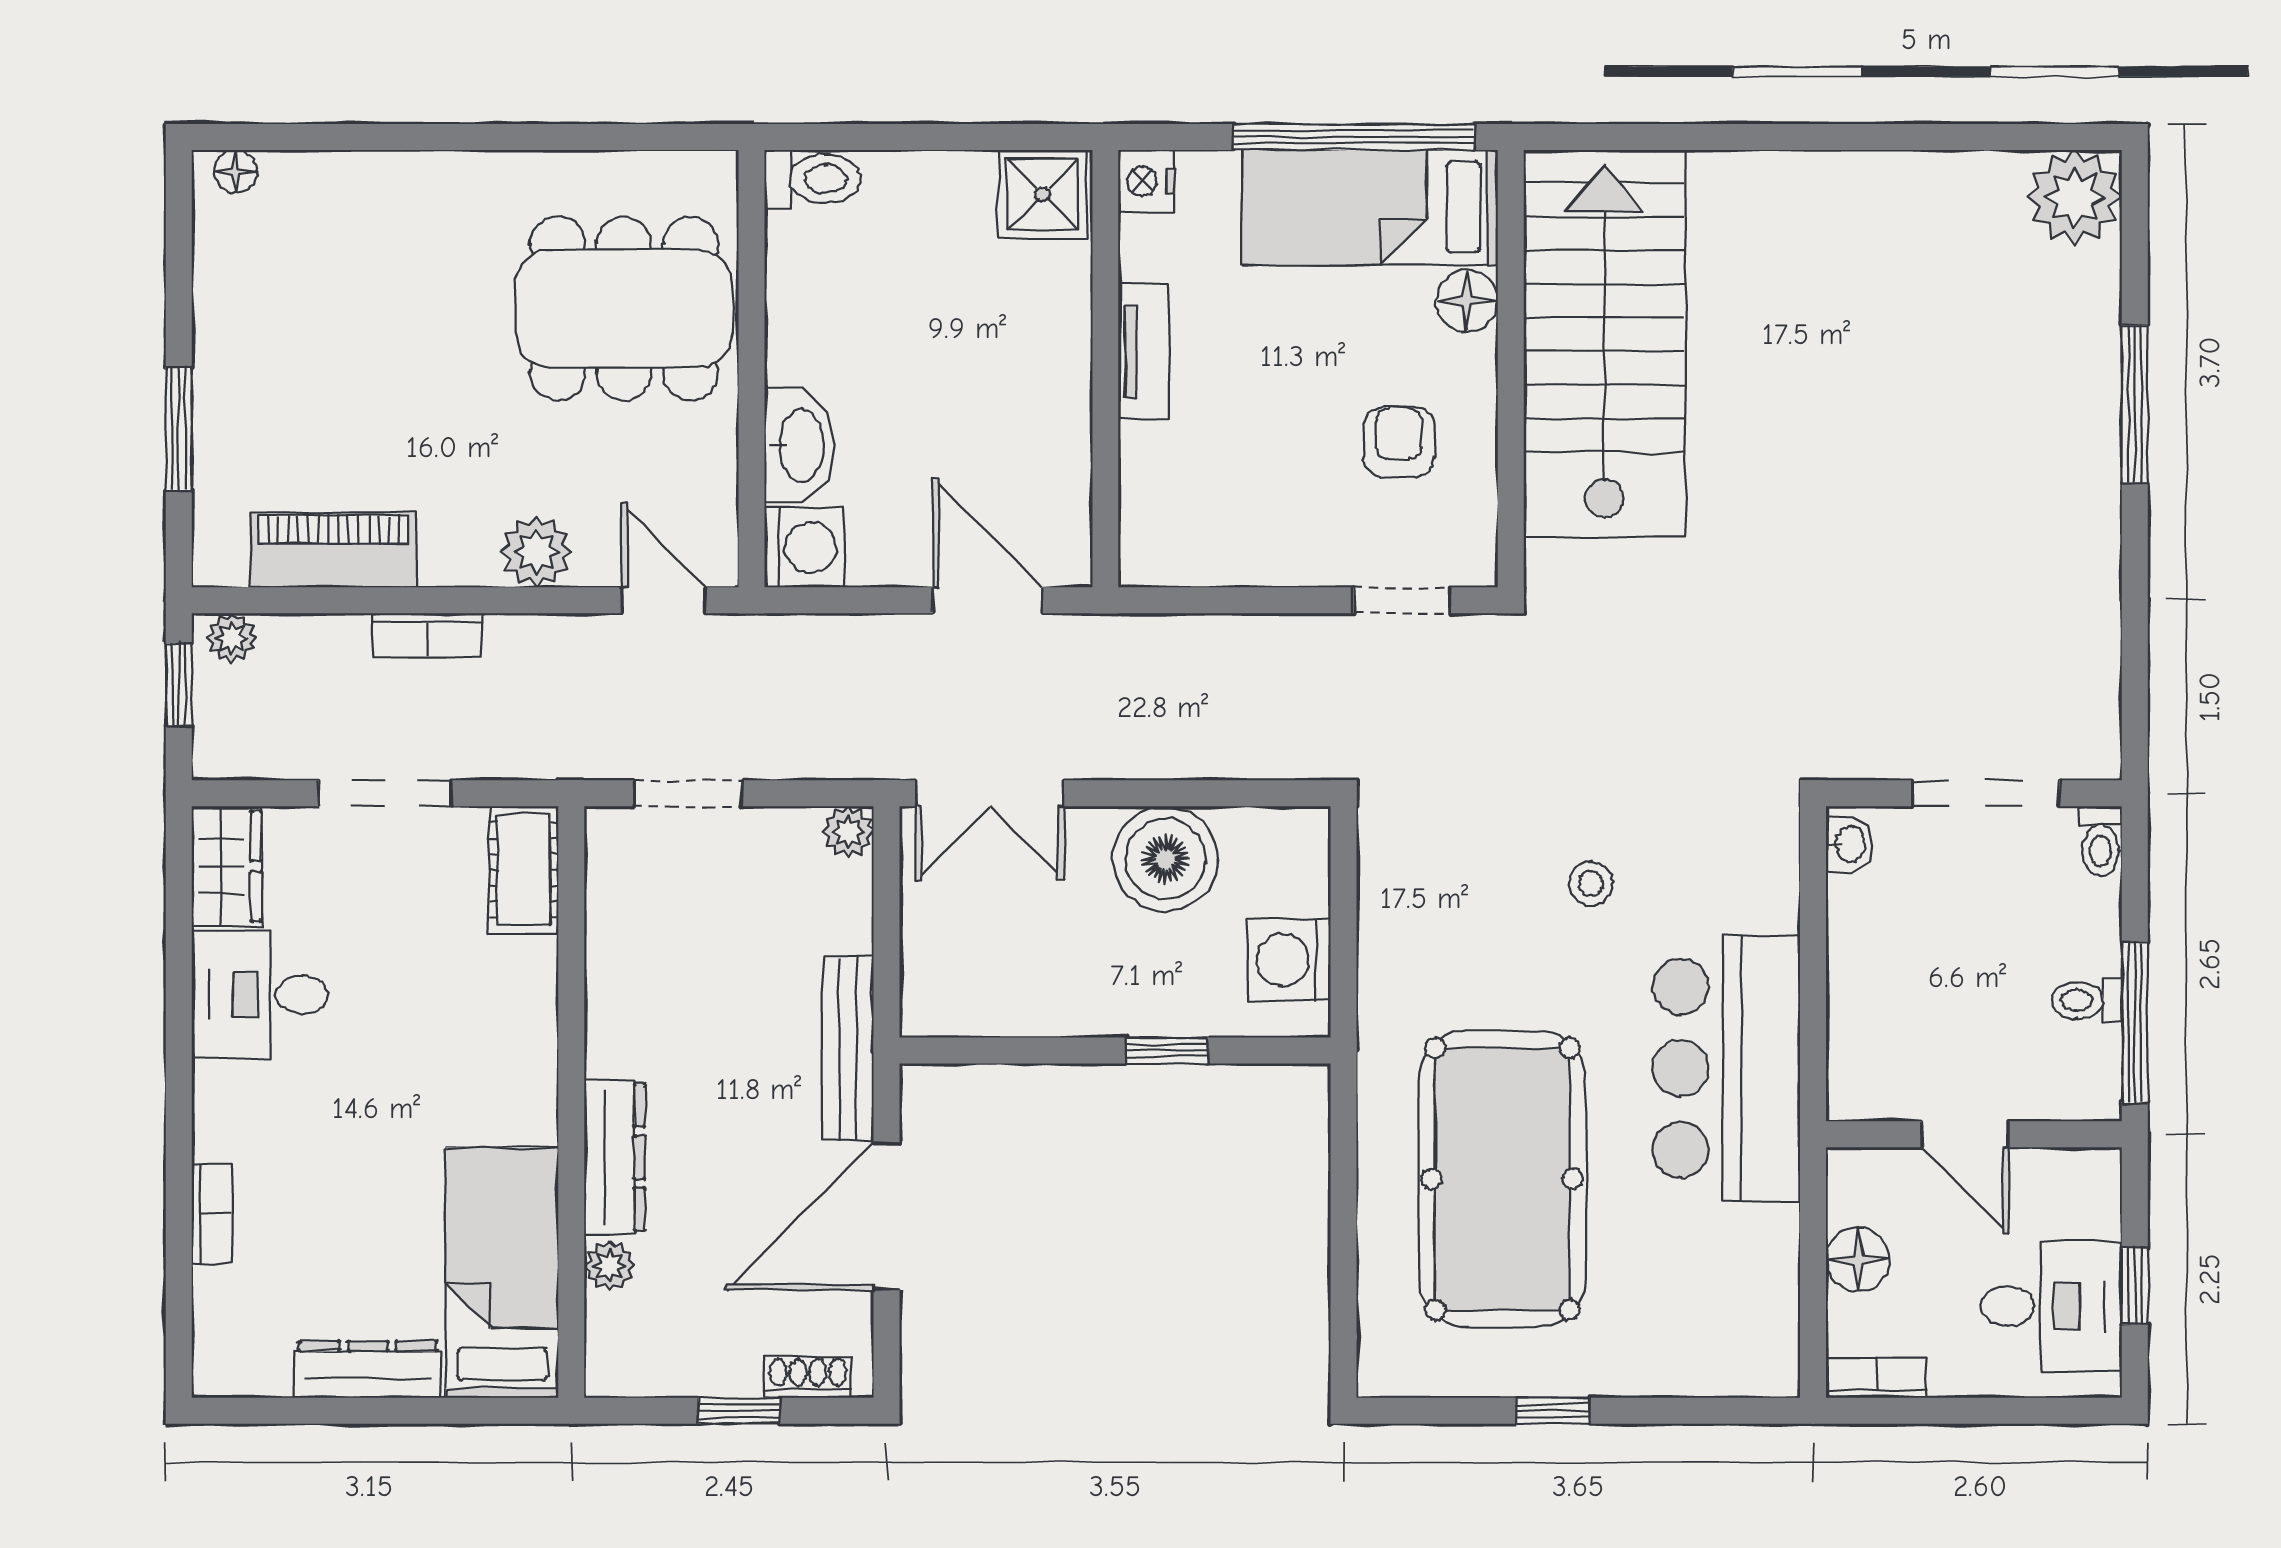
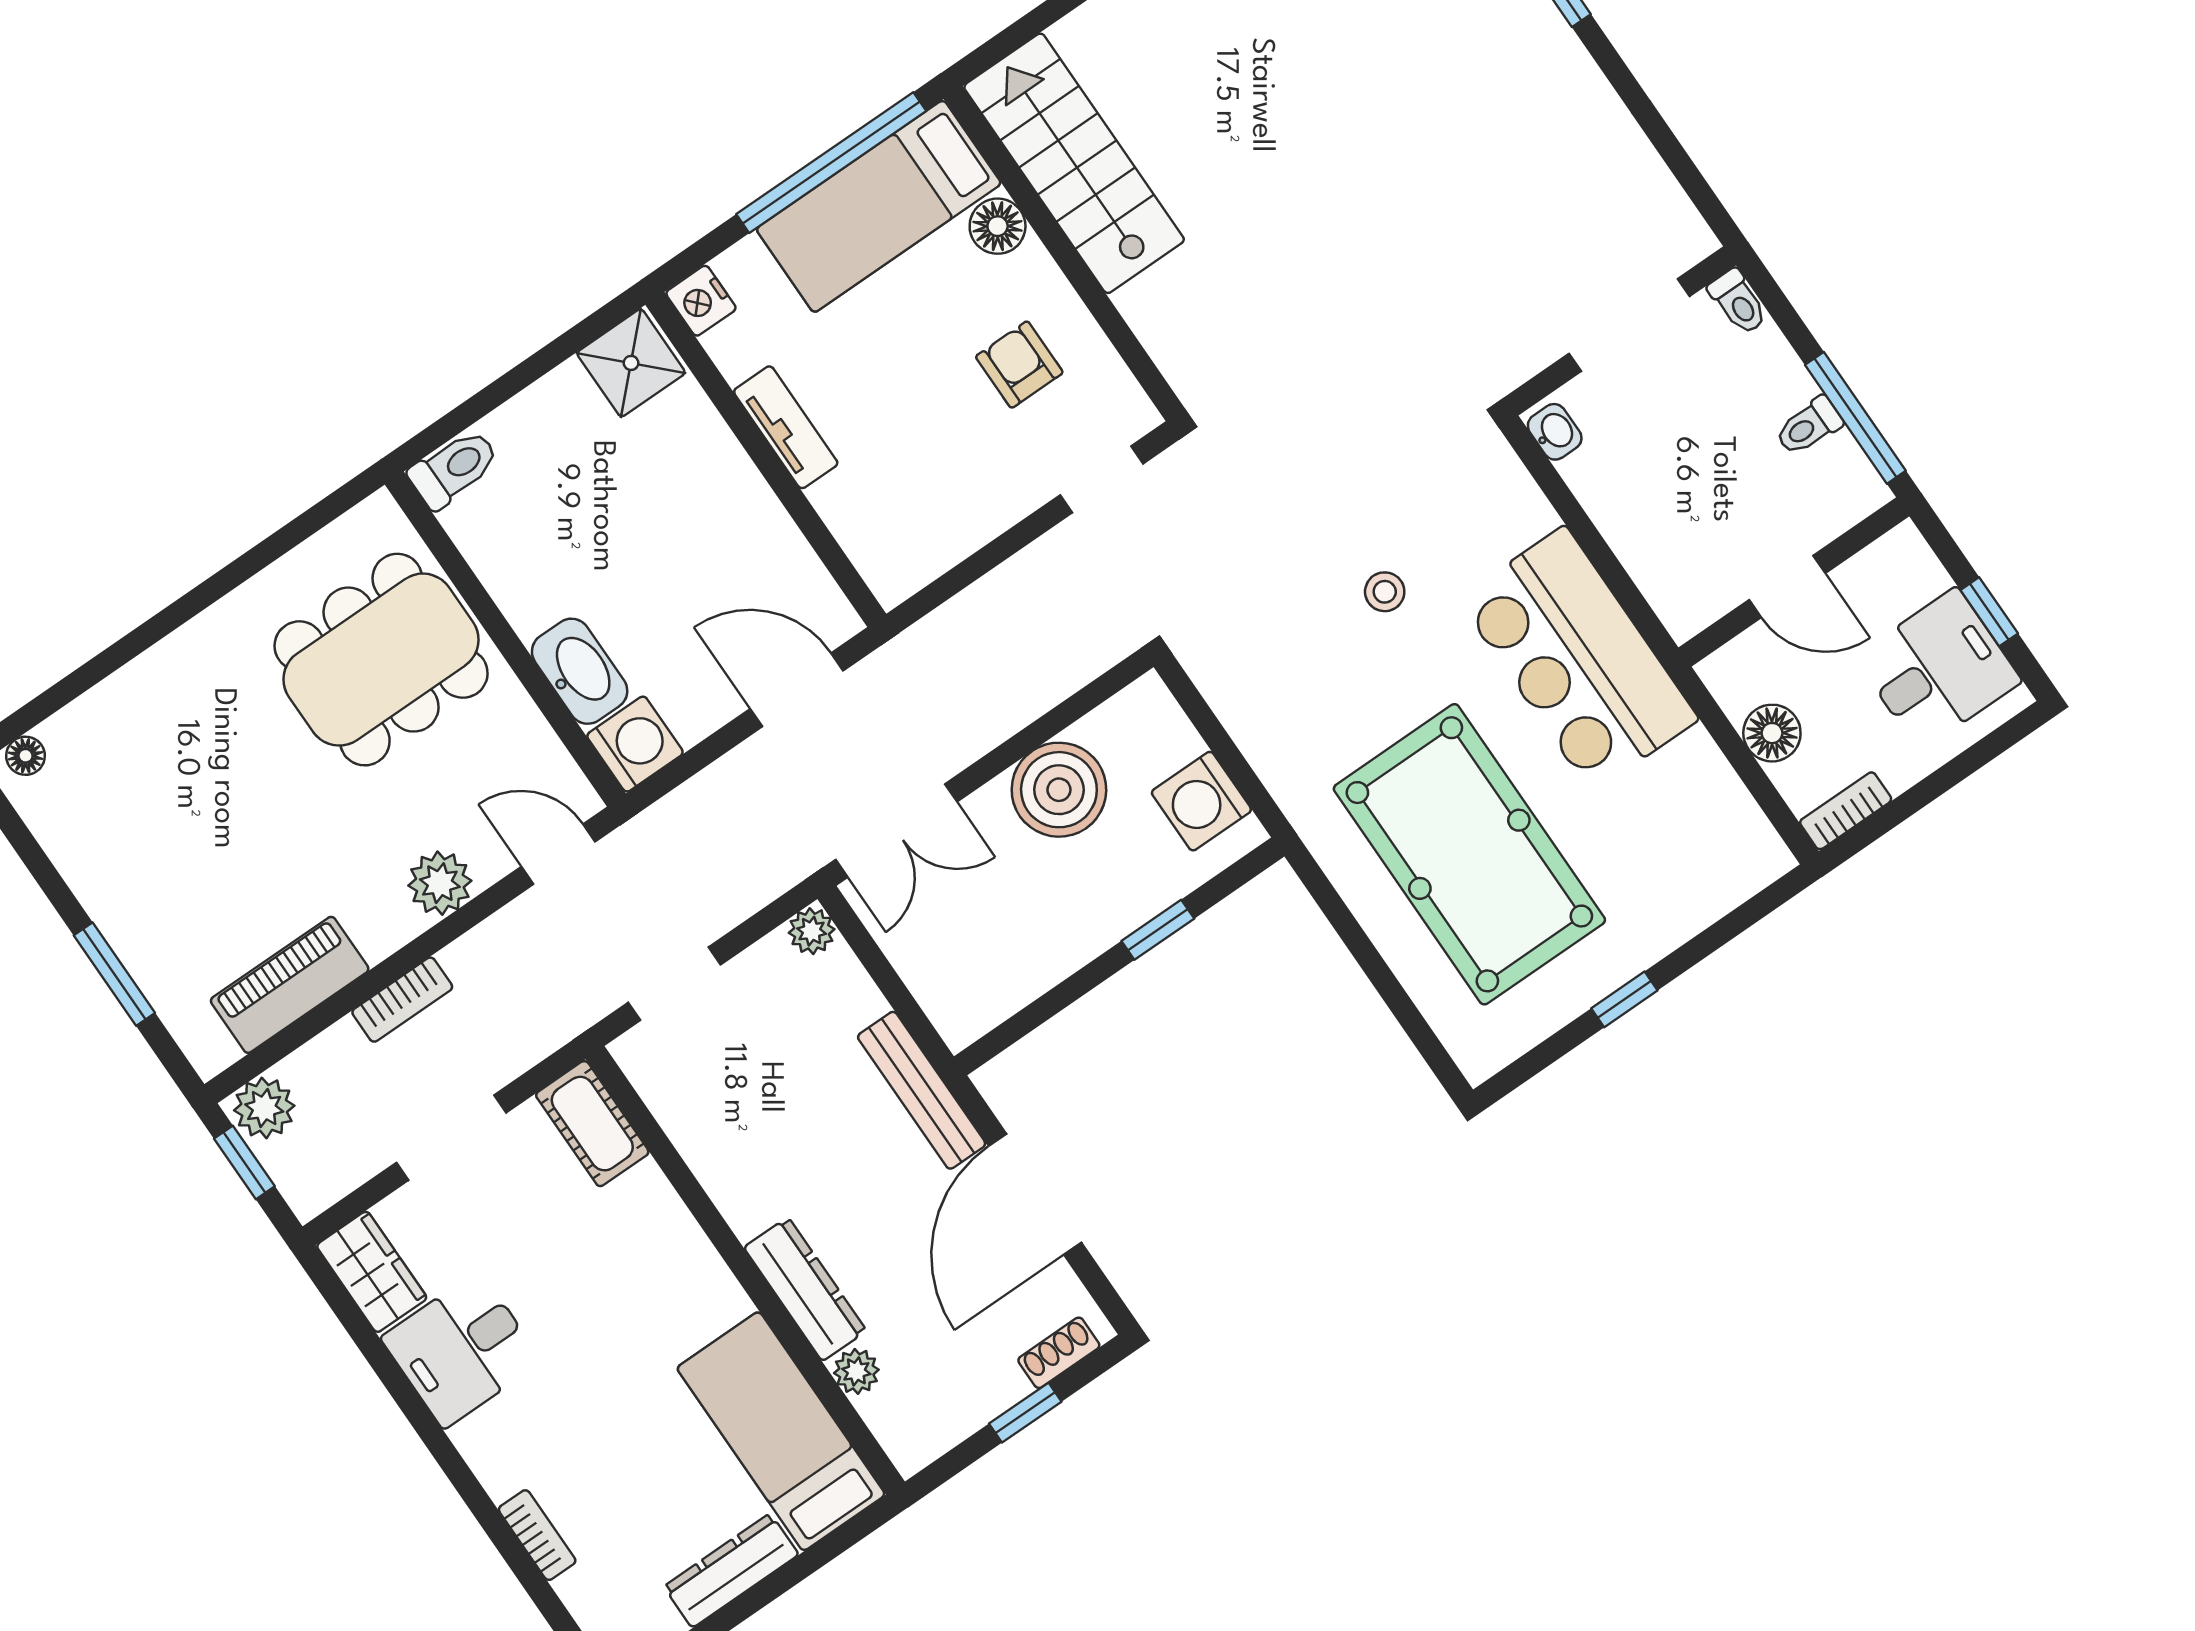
stairs: (1604, 343) -> (1074, 163), width x0.73, depth x0.66
plant: (232, 638) -> (264, 1108), width x1.38, depth x1.38

